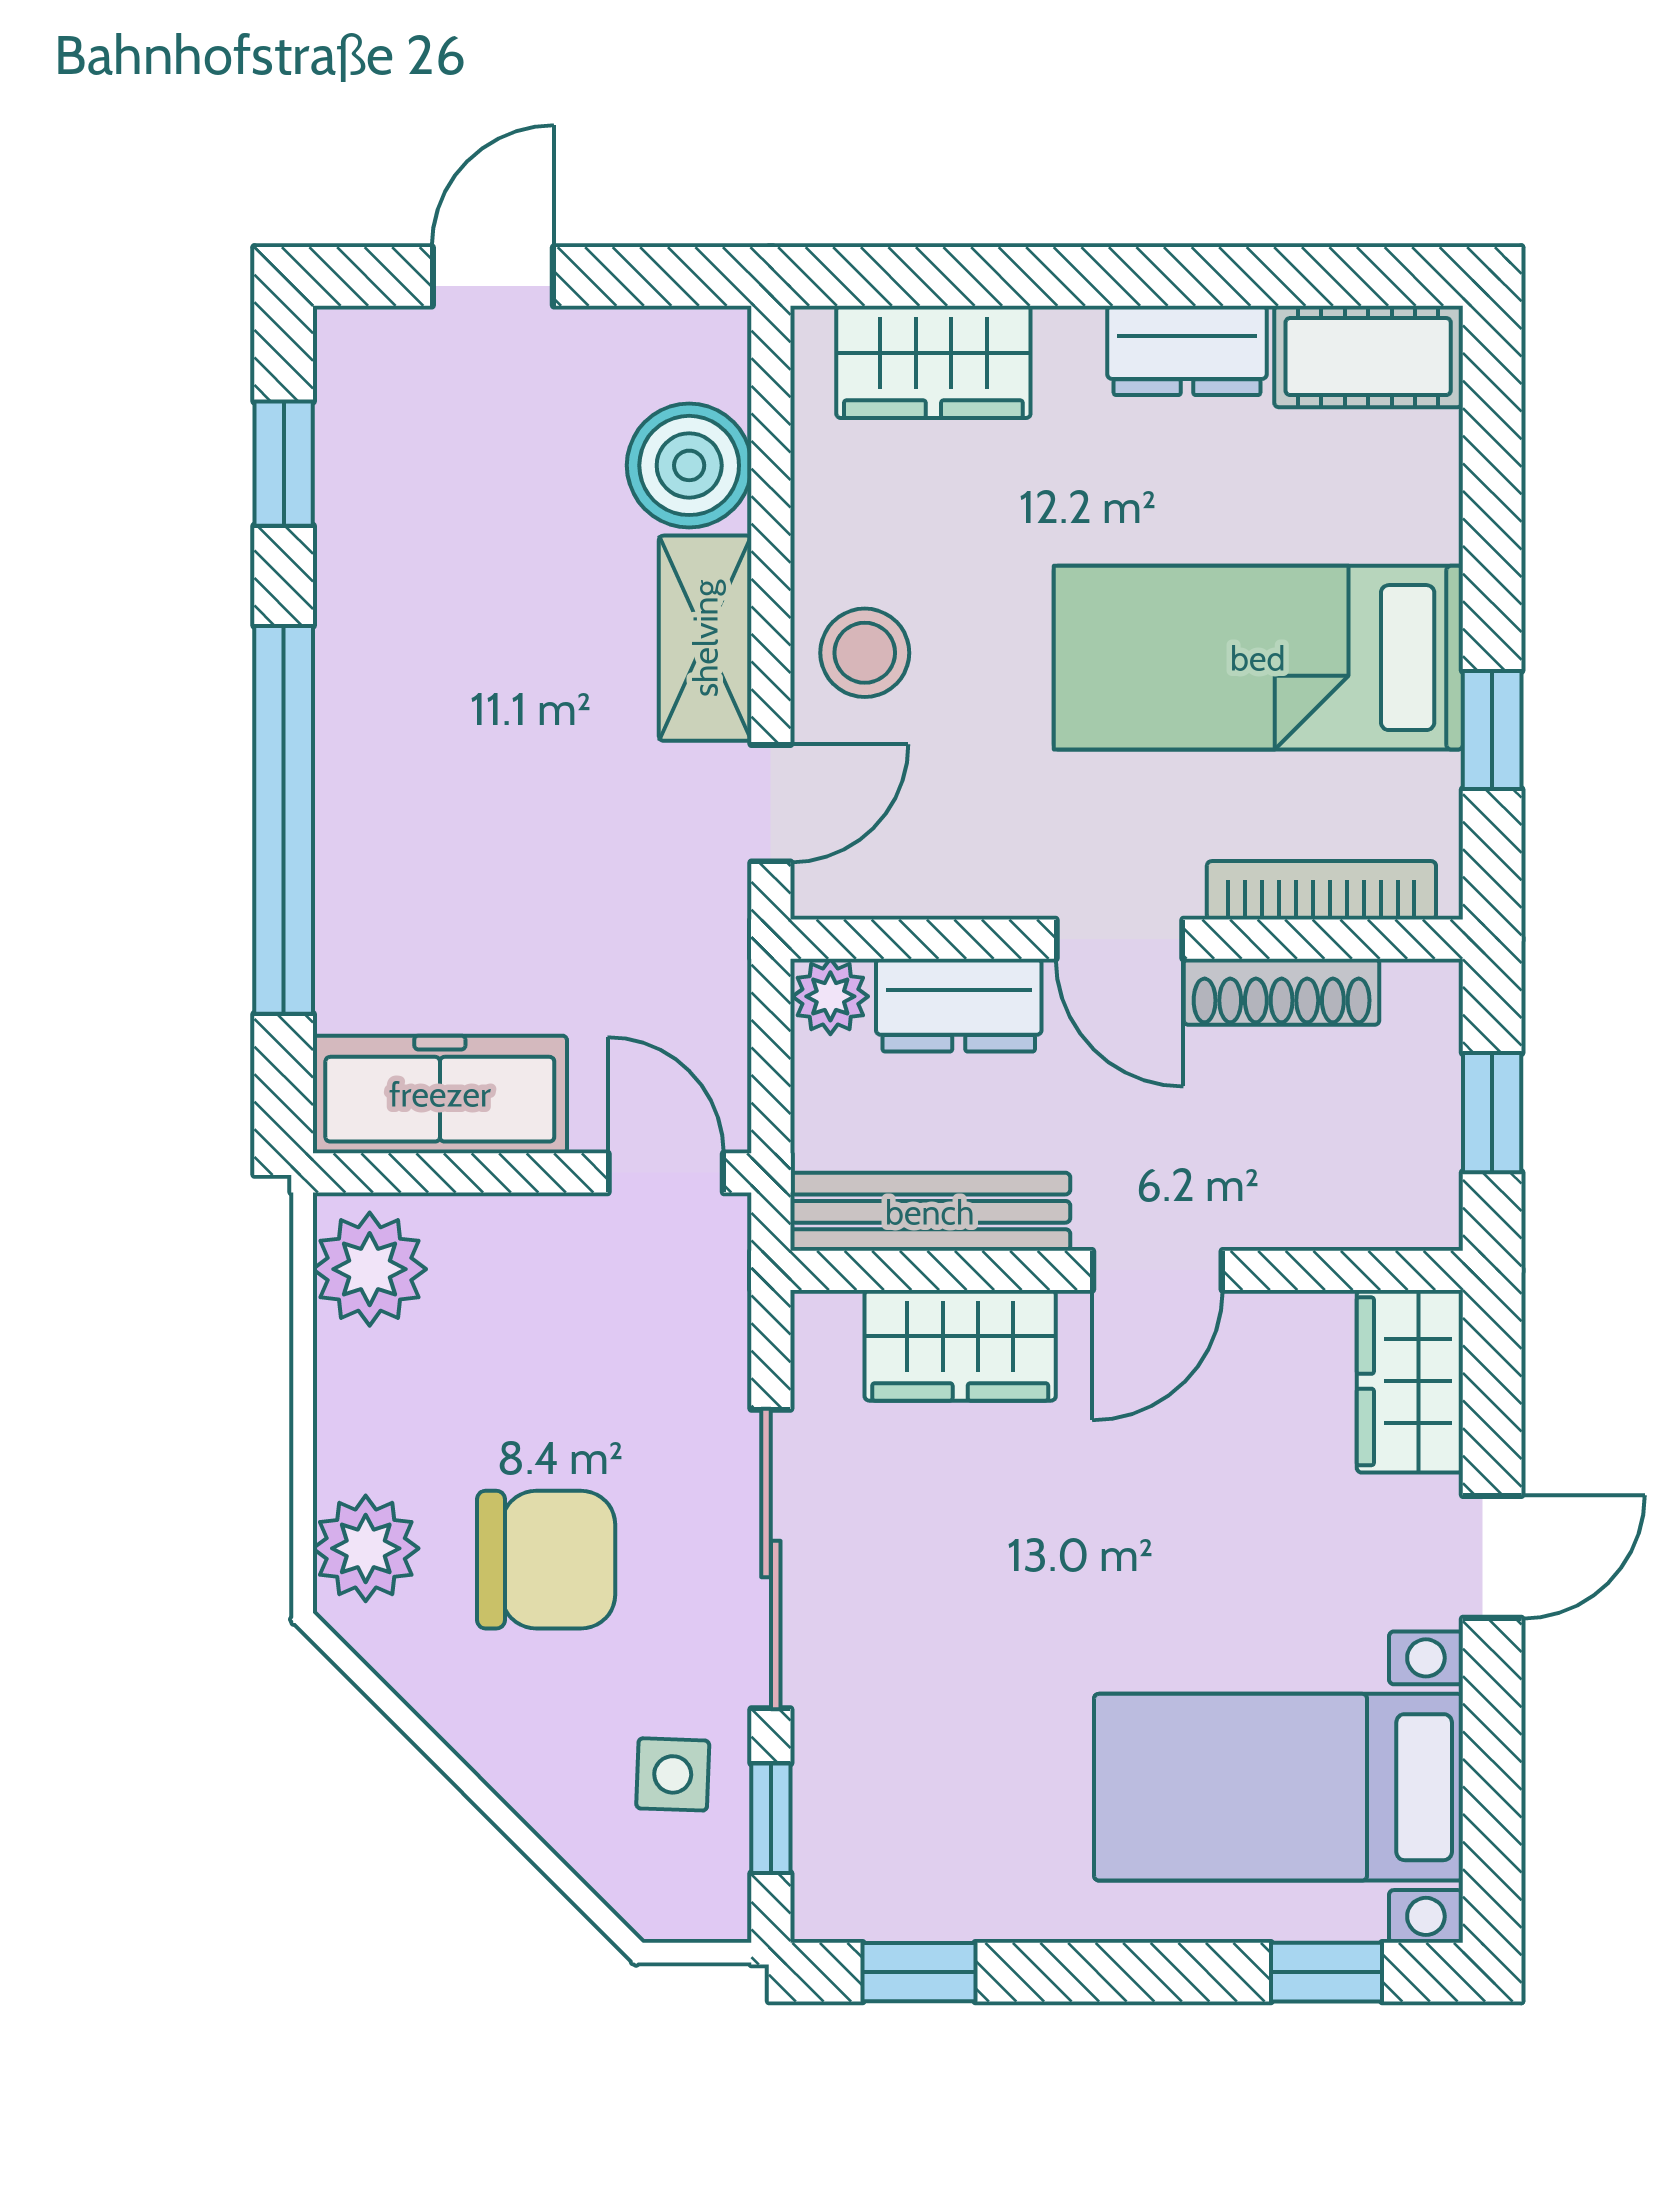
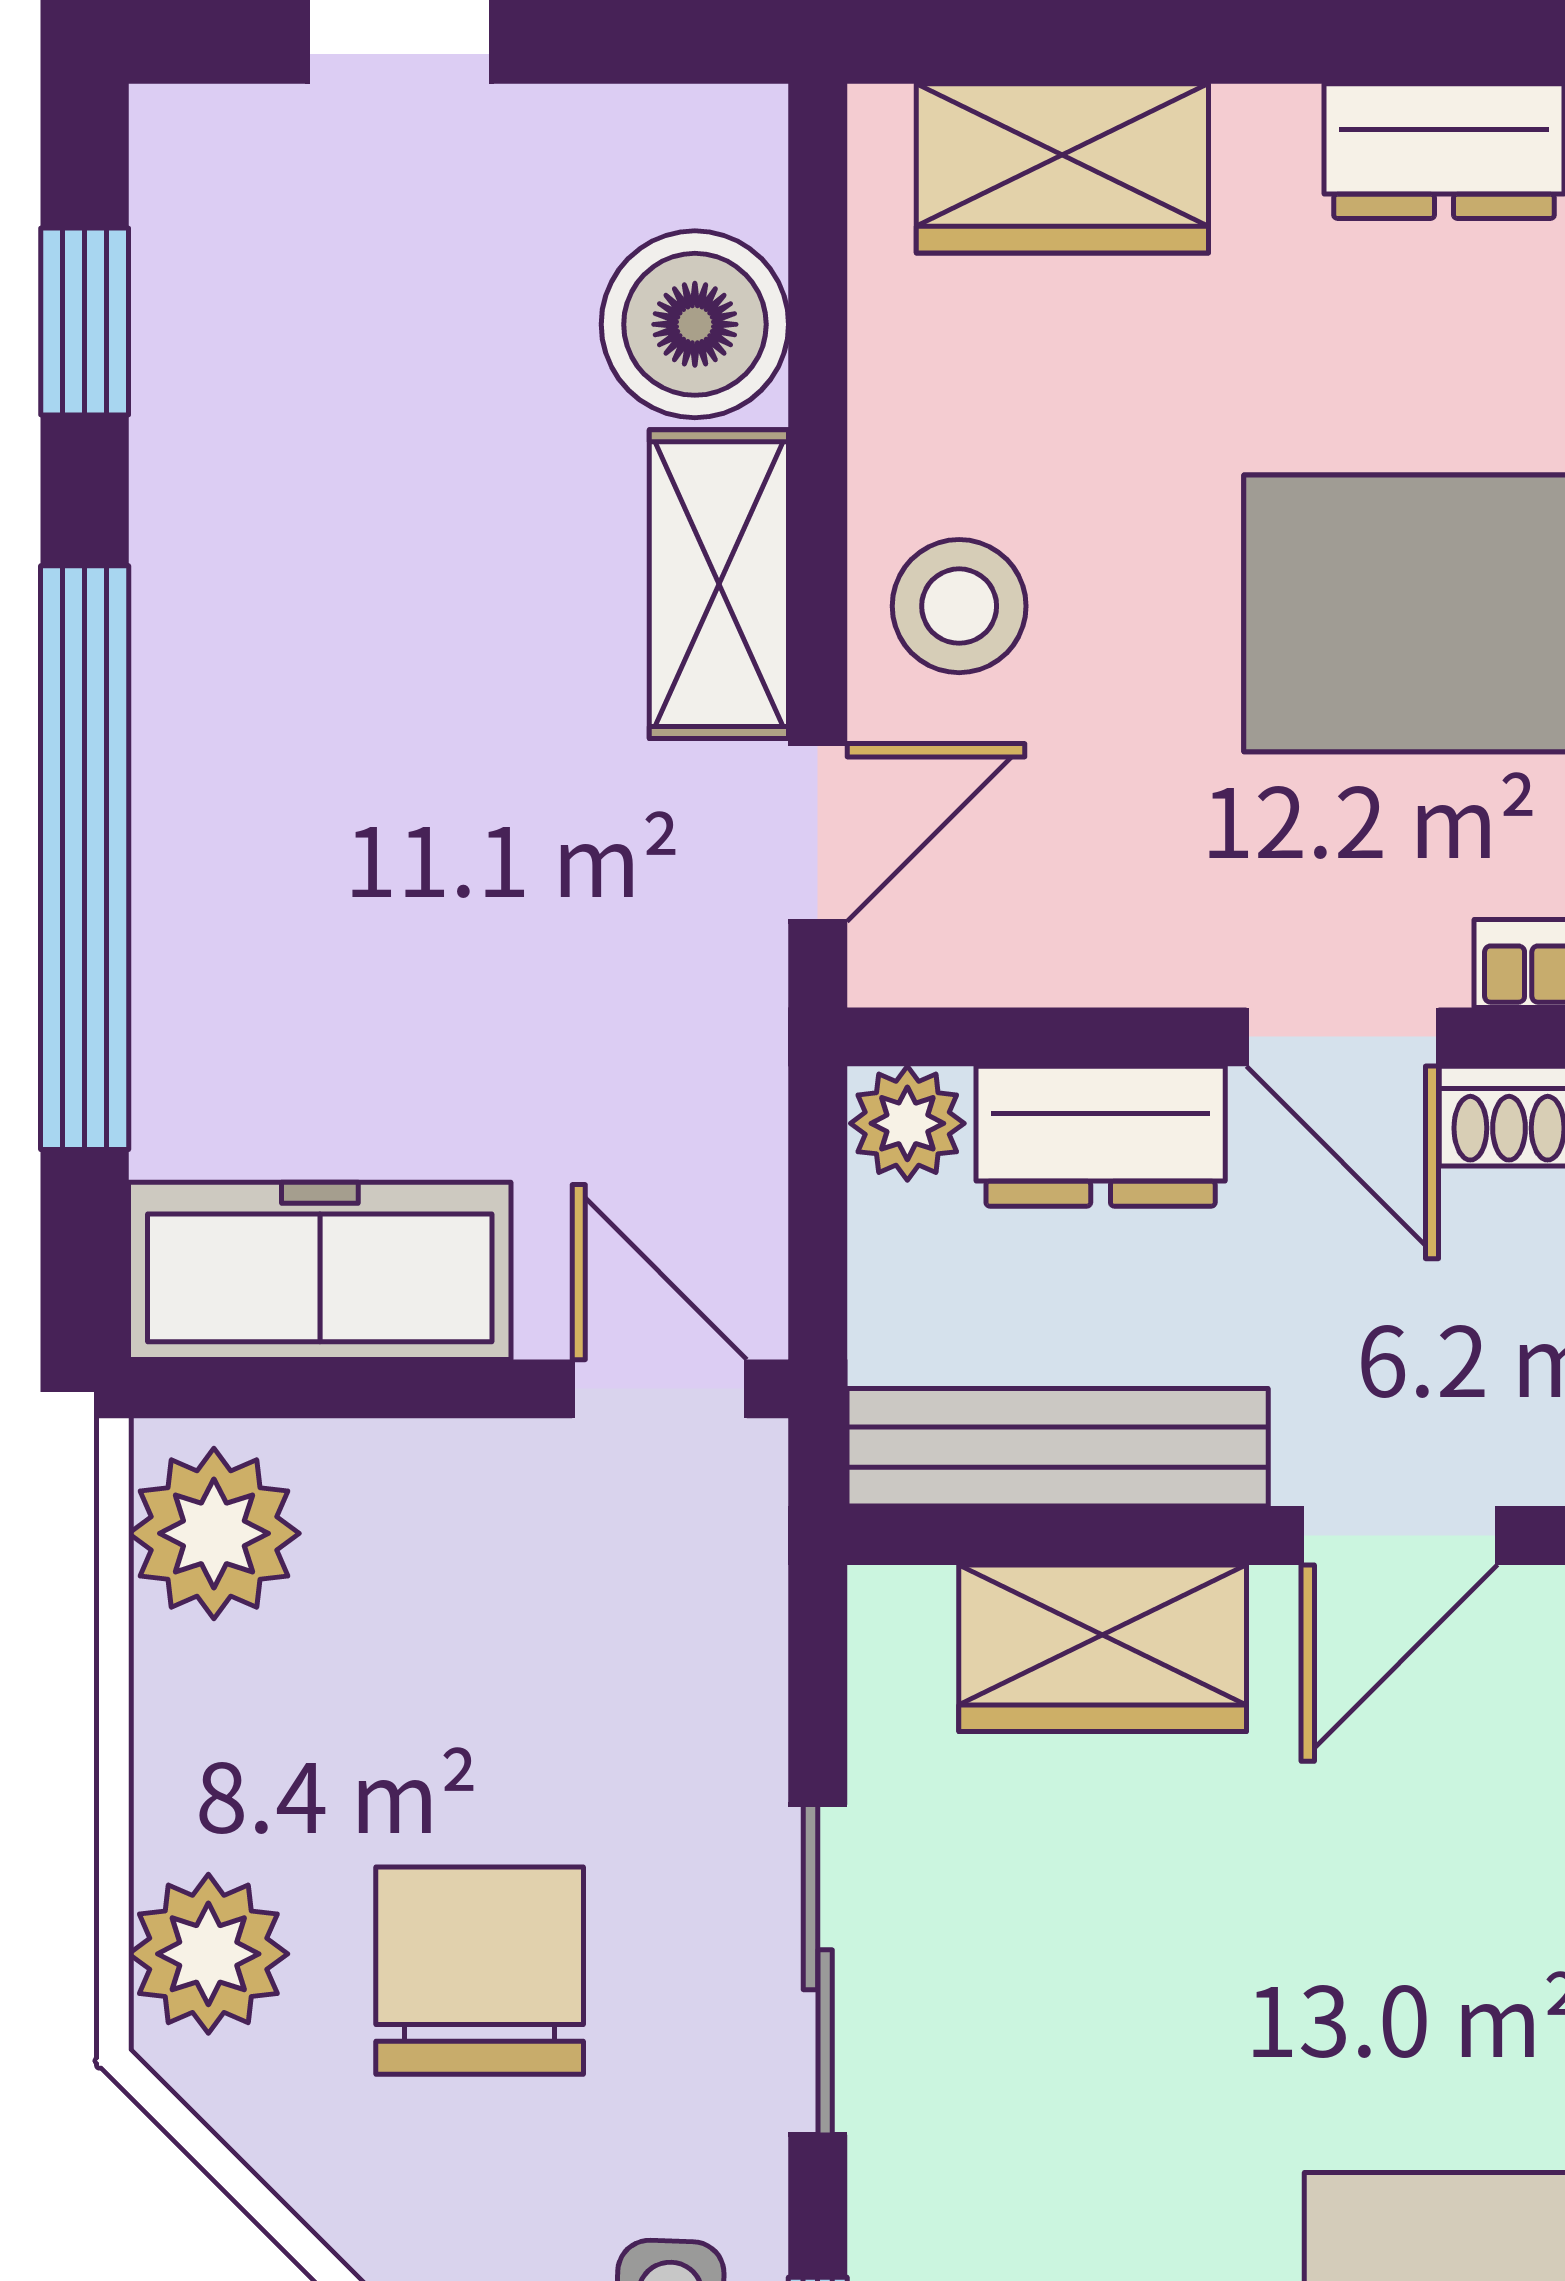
sliding door: (771, 1559) -> (818, 1970), width x0.73
chair: (546, 1560) -> (480, 1971), turned -90

